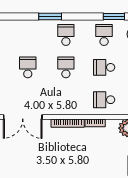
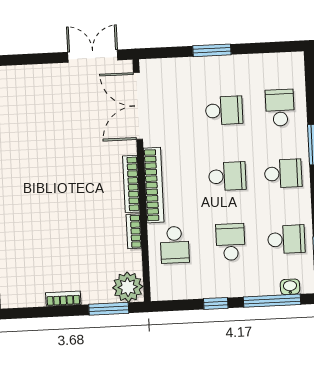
school desk: (28, 35) -> (280, 108), added
school desk: (104, 100) -> (175, 245), turned 180
bookcase: (69, 110) -> (154, 185), added

